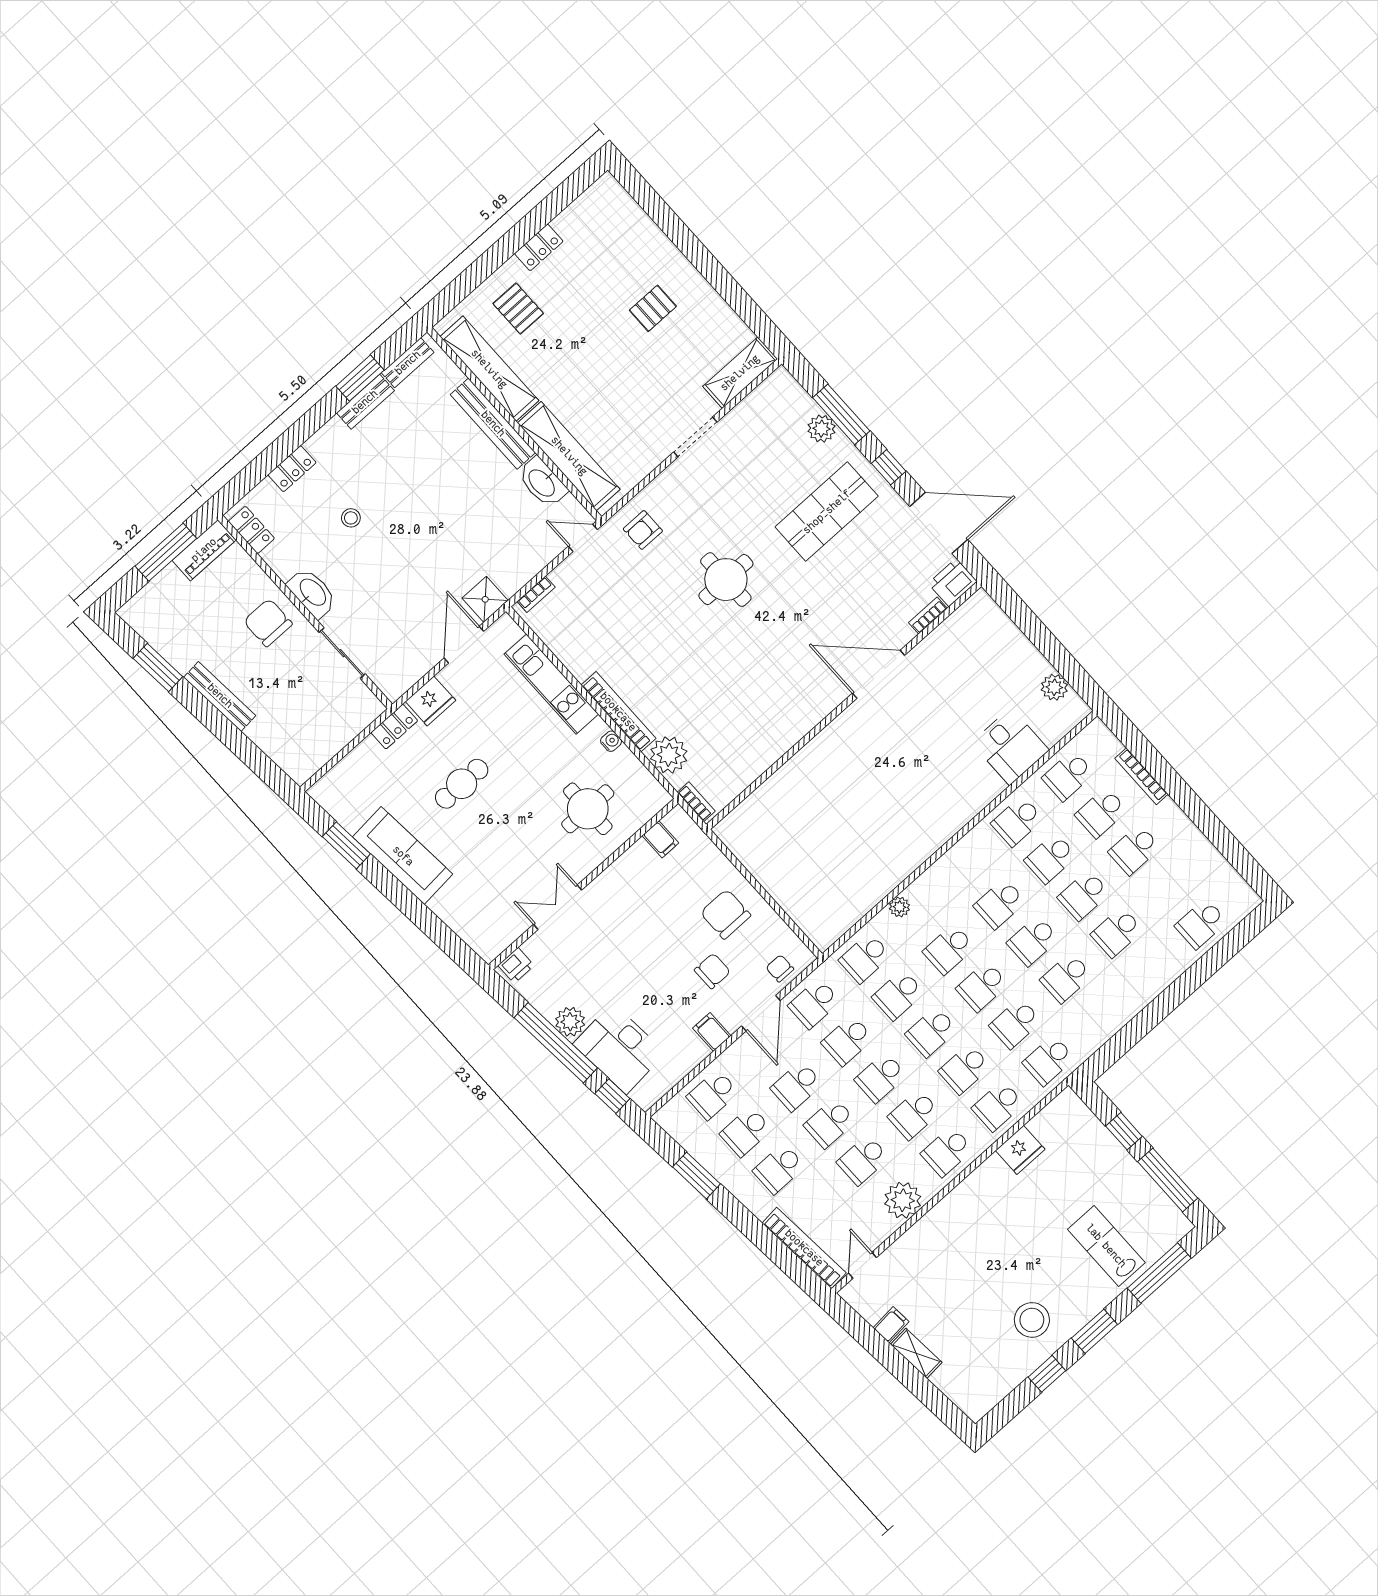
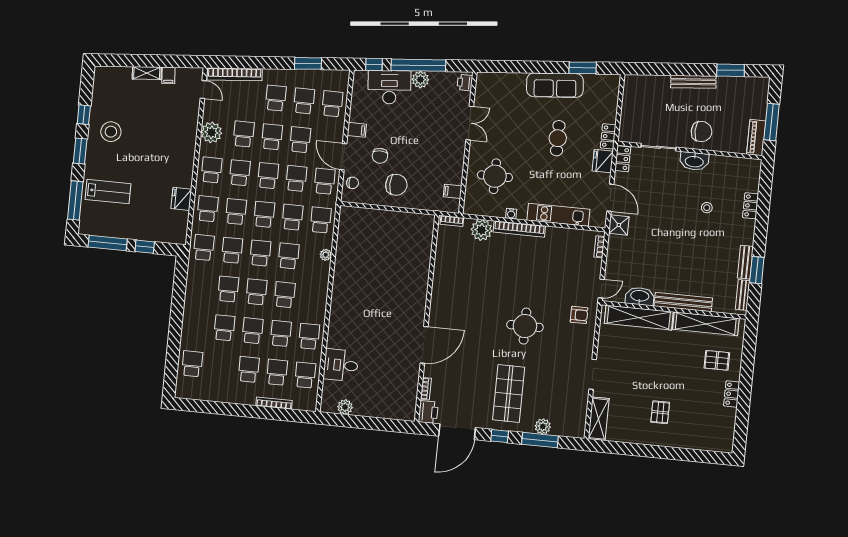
locker: (251, 530) -> (623, 159), moved, turned -90
armchair: (643, 530) -> (579, 315), turned 90

